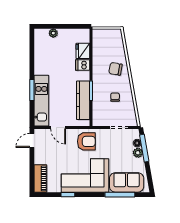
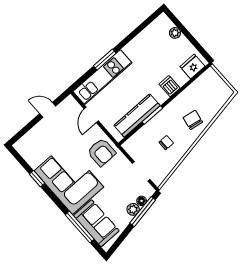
fridge: (83, 51) -> (192, 66), moved
door: (32, 140) -> (48, 110), moved
piano: (40, 178) -> (30, 140), removed

